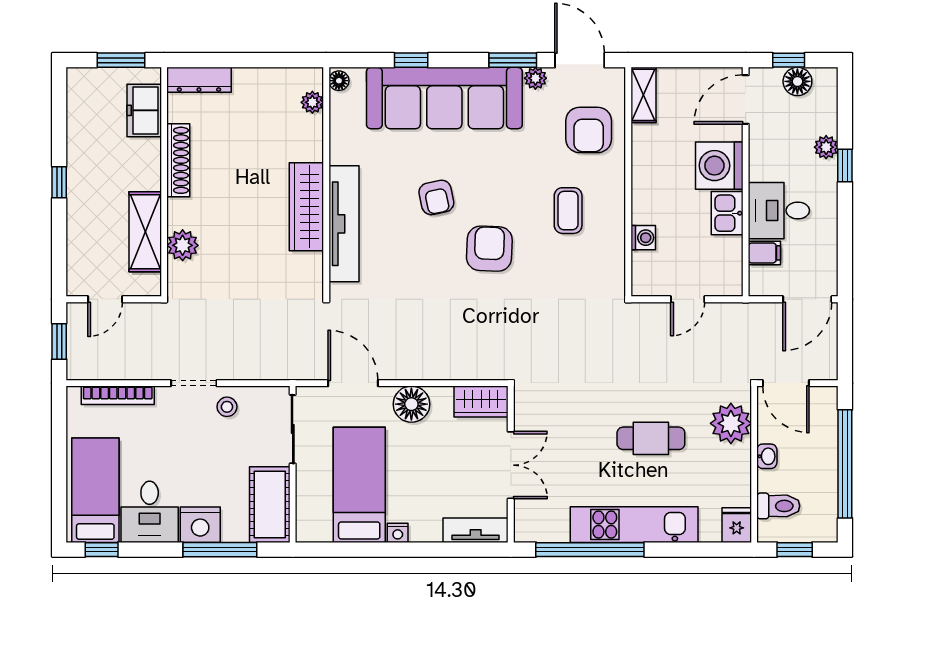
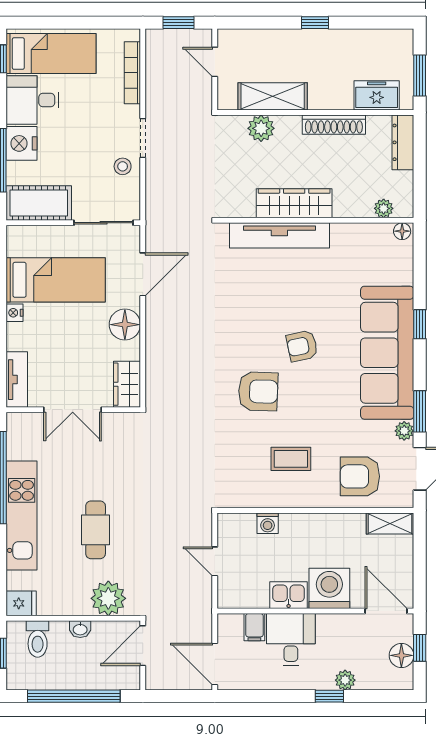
floor lamp: (339, 81) -> (402, 231), moved
plant: (312, 102) -> (384, 208), moved
wall: (326, 182) -> (315, 220), moved
wardrobe: (306, 207) -> (294, 203), moved
tv unit: (344, 224) -> (279, 235), moved

